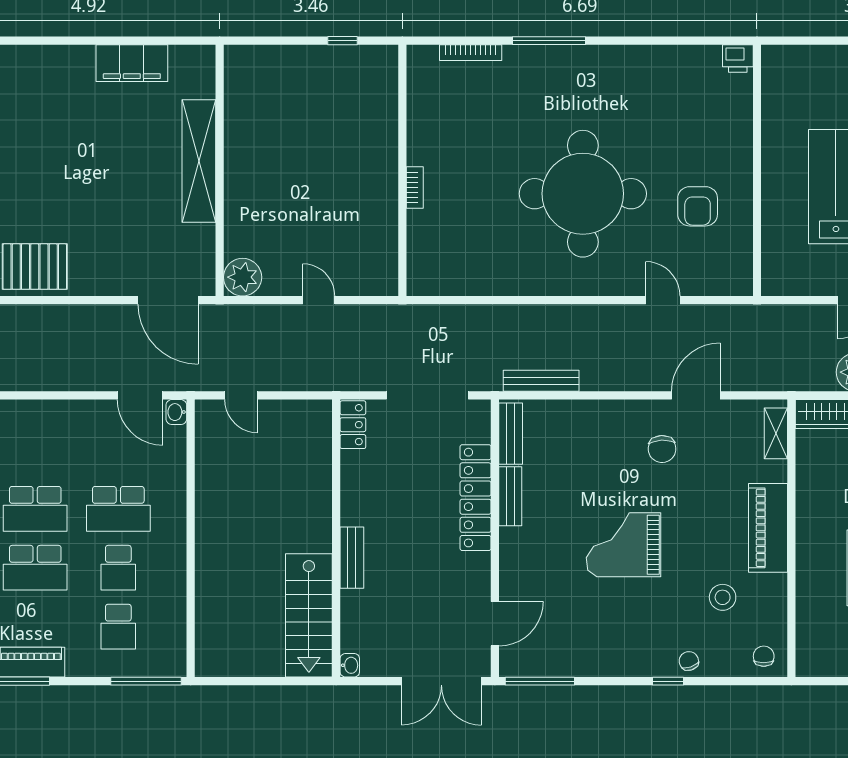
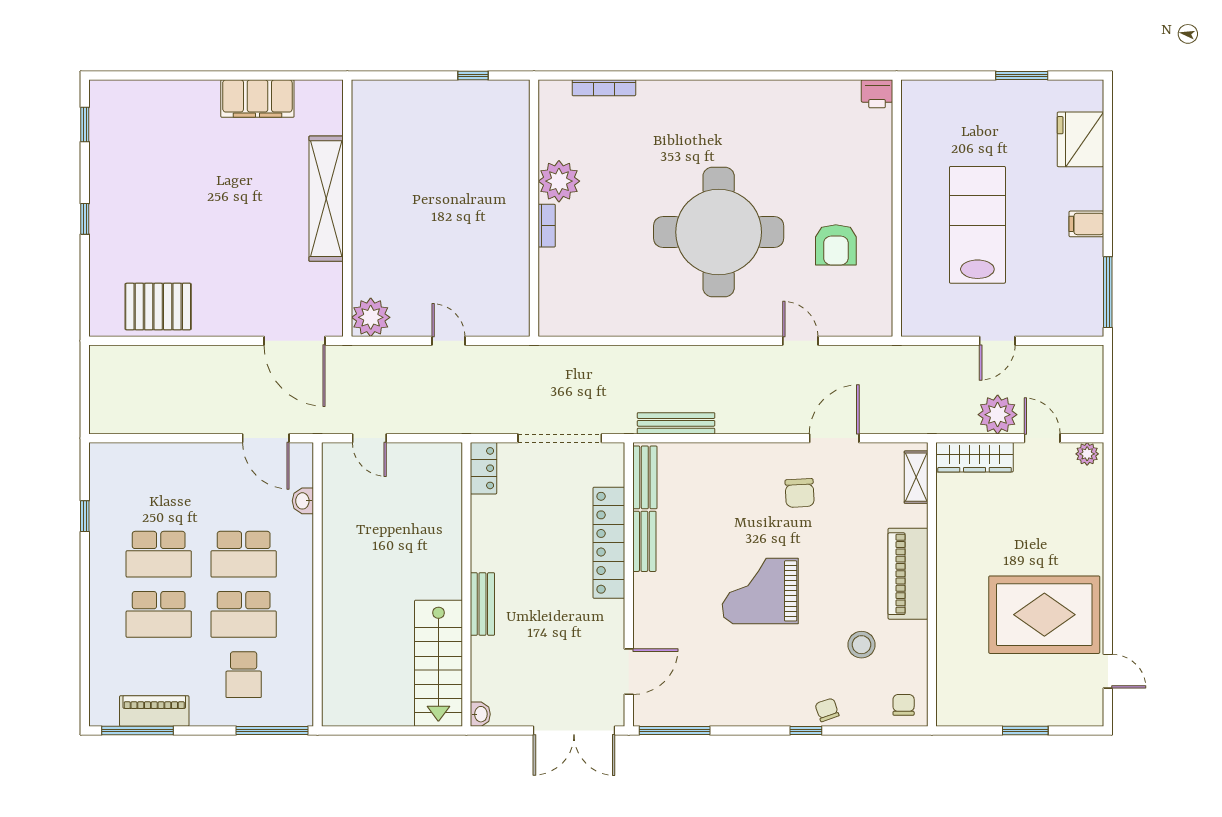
window: (549, 41) -> (684, 76), removed
plant: (427, 144) -> (559, 181), added
washbasin: (176, 412) -> (303, 501), moved
school desk: (118, 568) -> (244, 614), width x1.85

